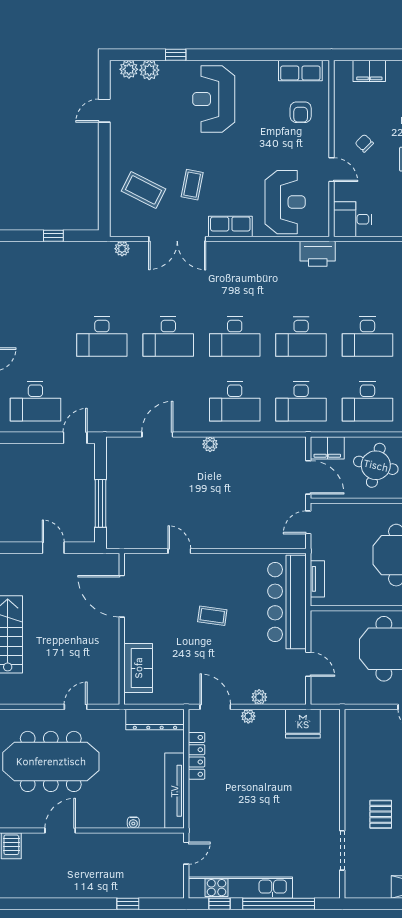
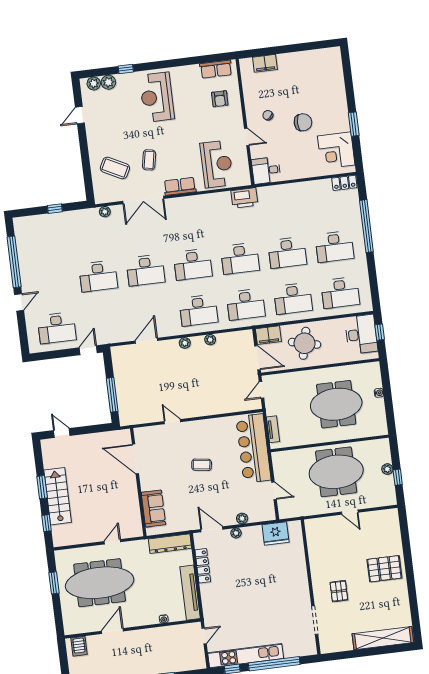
plant: (246, 444) -> (210, 340), added
door: (53, 548) -> (62, 433), moved

